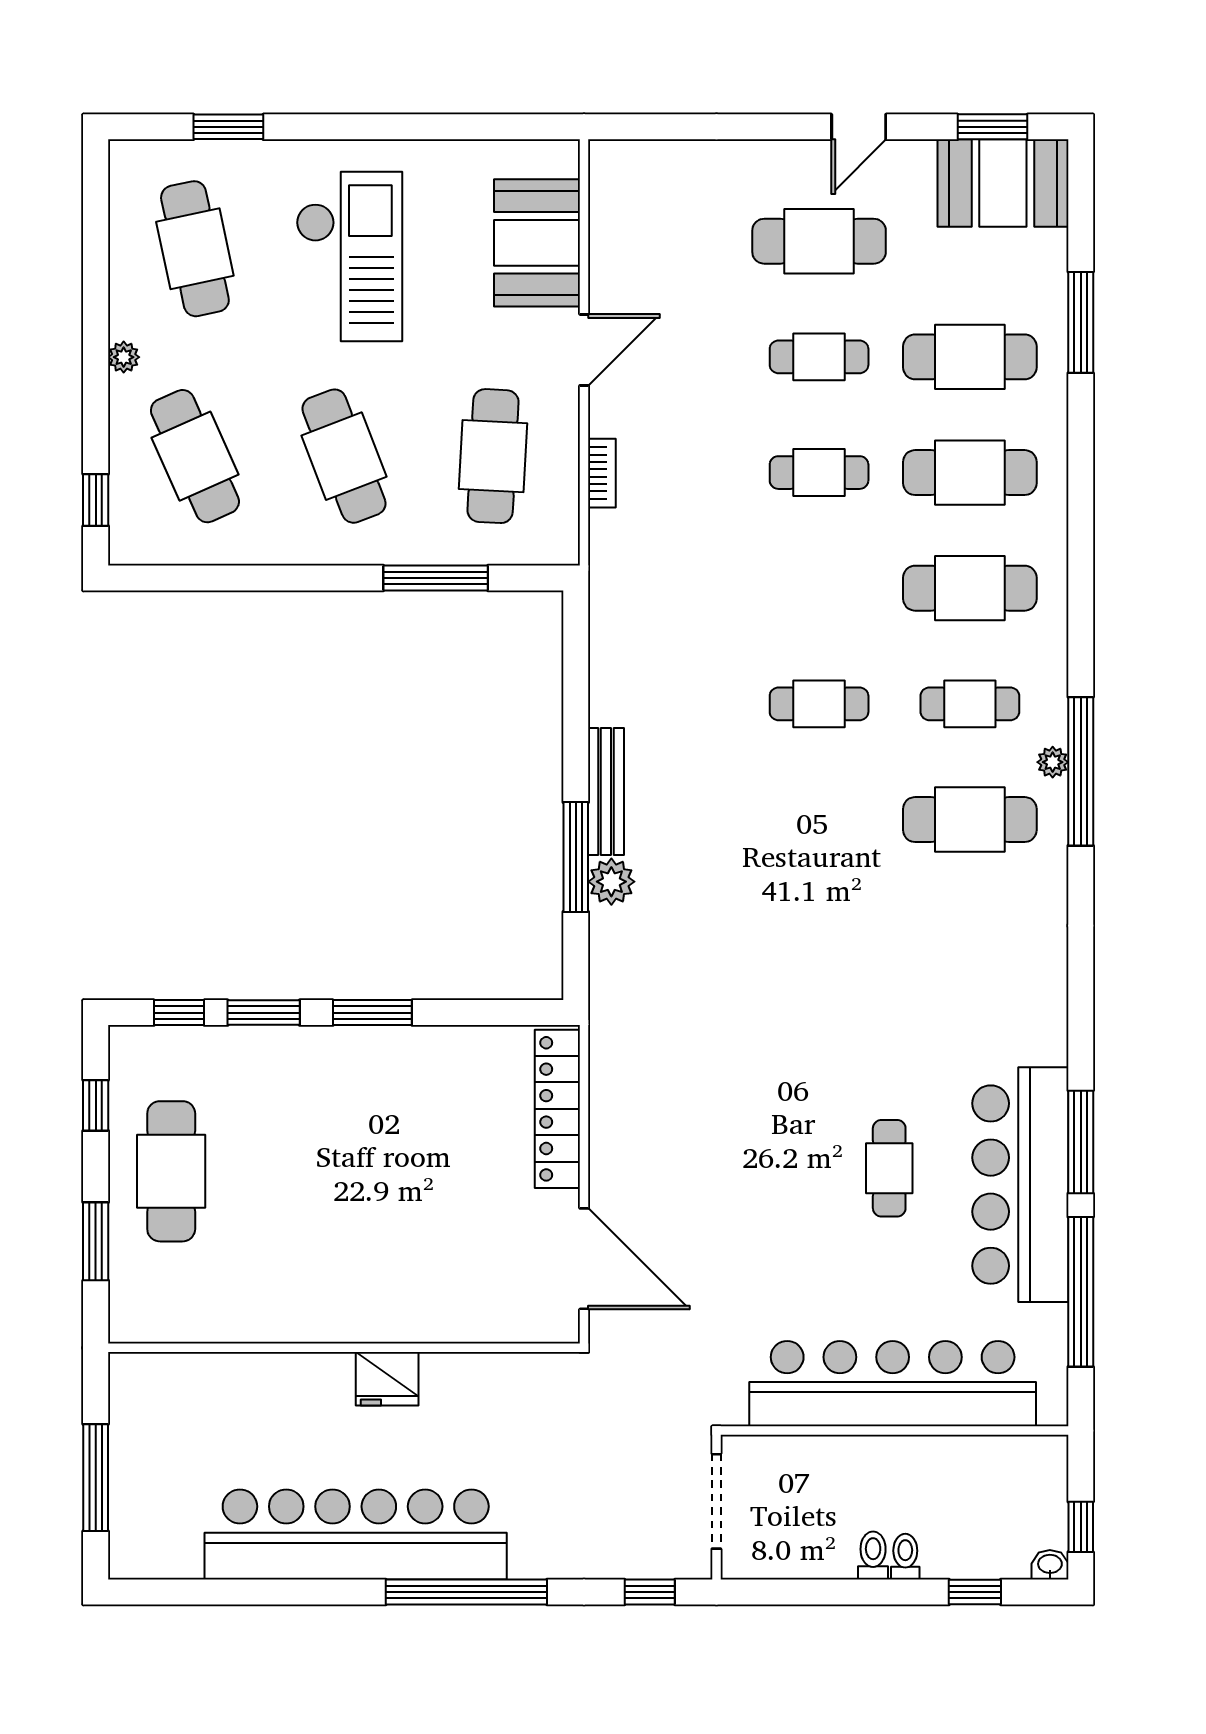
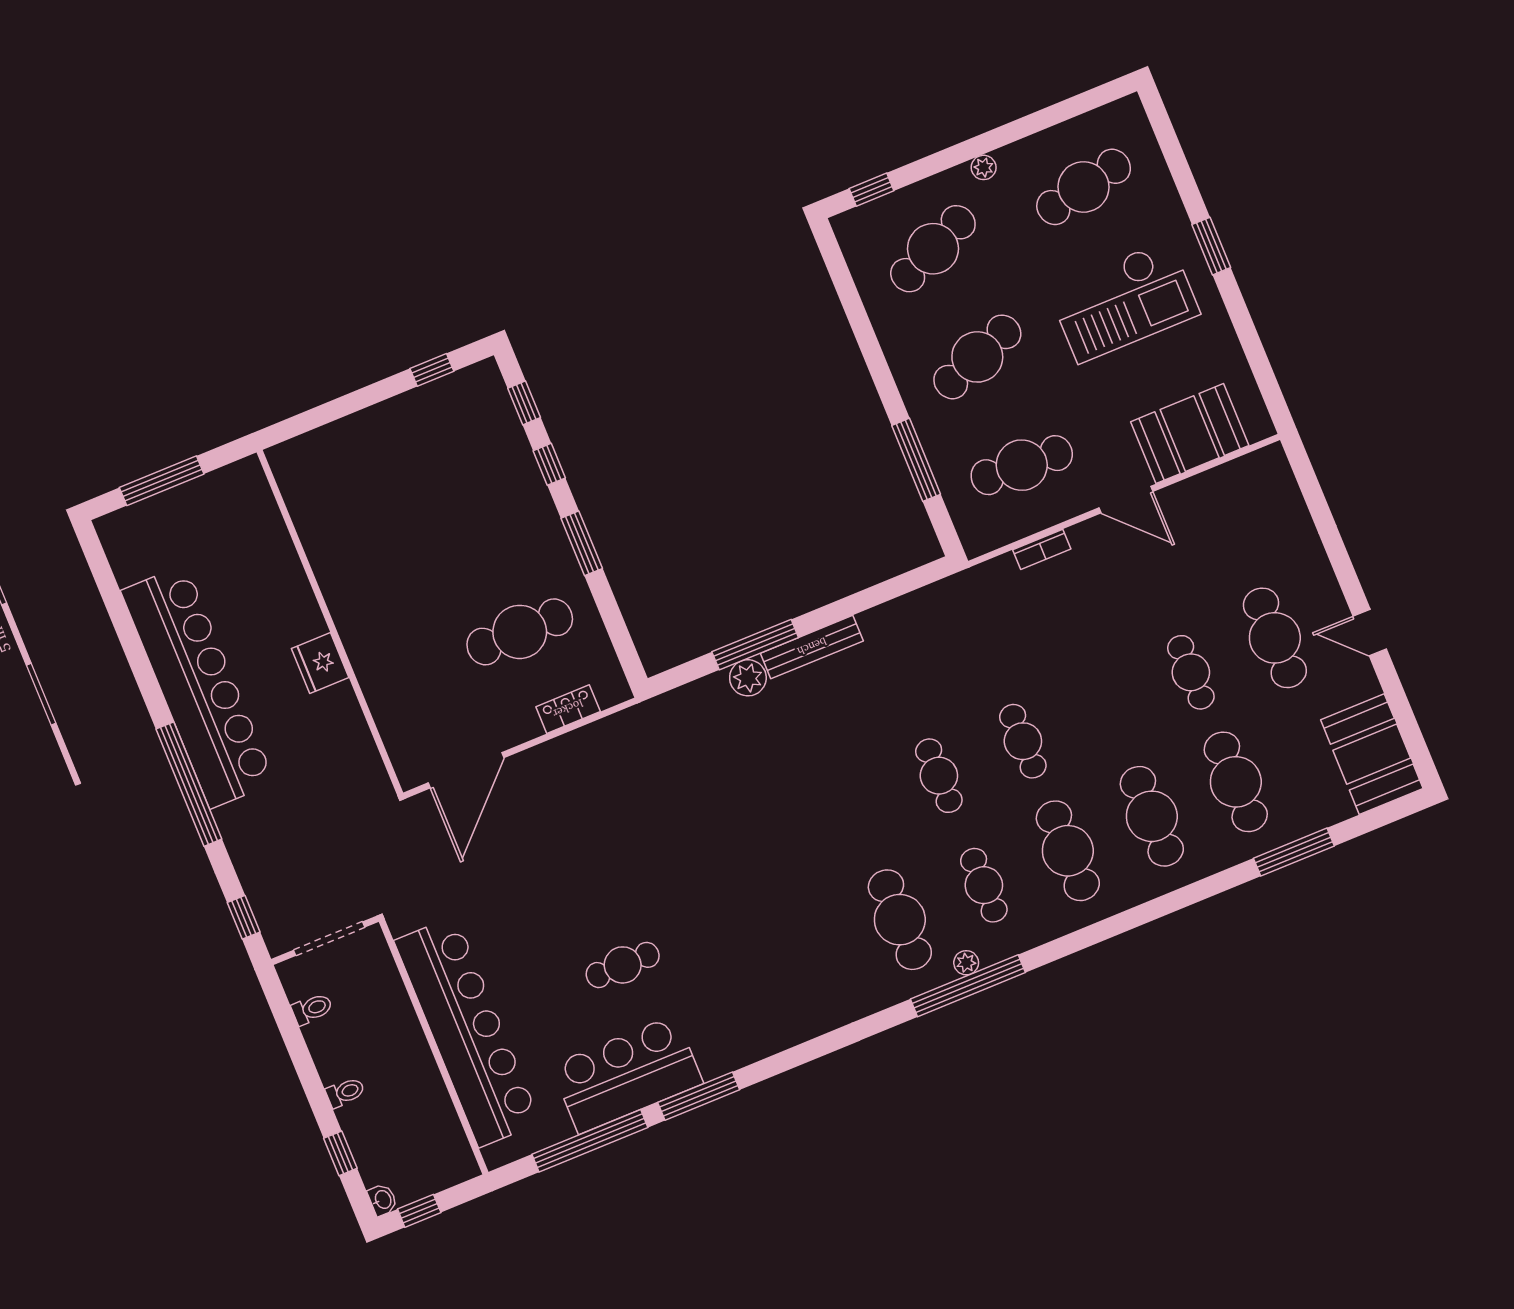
window: (228, 127) -> (1211, 246), moved
window: (992, 127) -> (1410, 730), removed
cafe table: (819, 473) -> (1023, 741), moved
window: (264, 1013) -> (549, 464), width x0.67
locker: (557, 1109) -> (568, 709), width x0.46, depth x0.83
cafe table: (171, 1171) -> (520, 632), moved
bar counter: (1020, 1185) -> (627, 1074), width x0.73
window: (96, 1241) -> (333, 410), removed
toilet: (873, 1555) -> (312, 1009), moved

